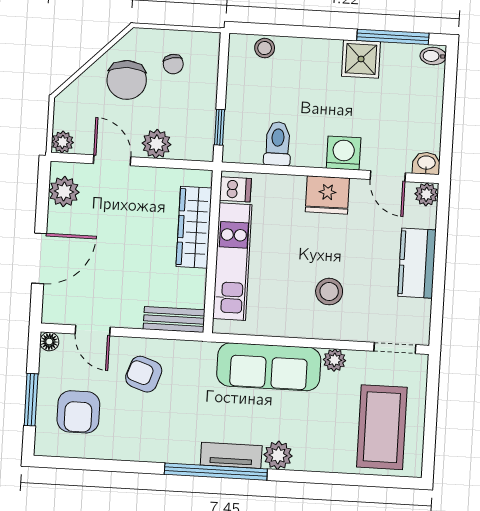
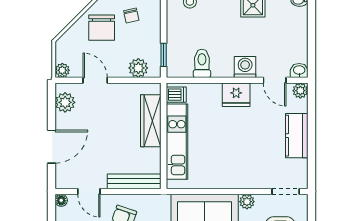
plant: (156, 144) -> (138, 68), moved
stool: (329, 292) -> (241, 157), removed
bench: (174, 319) -> (134, 181), width x1.36

